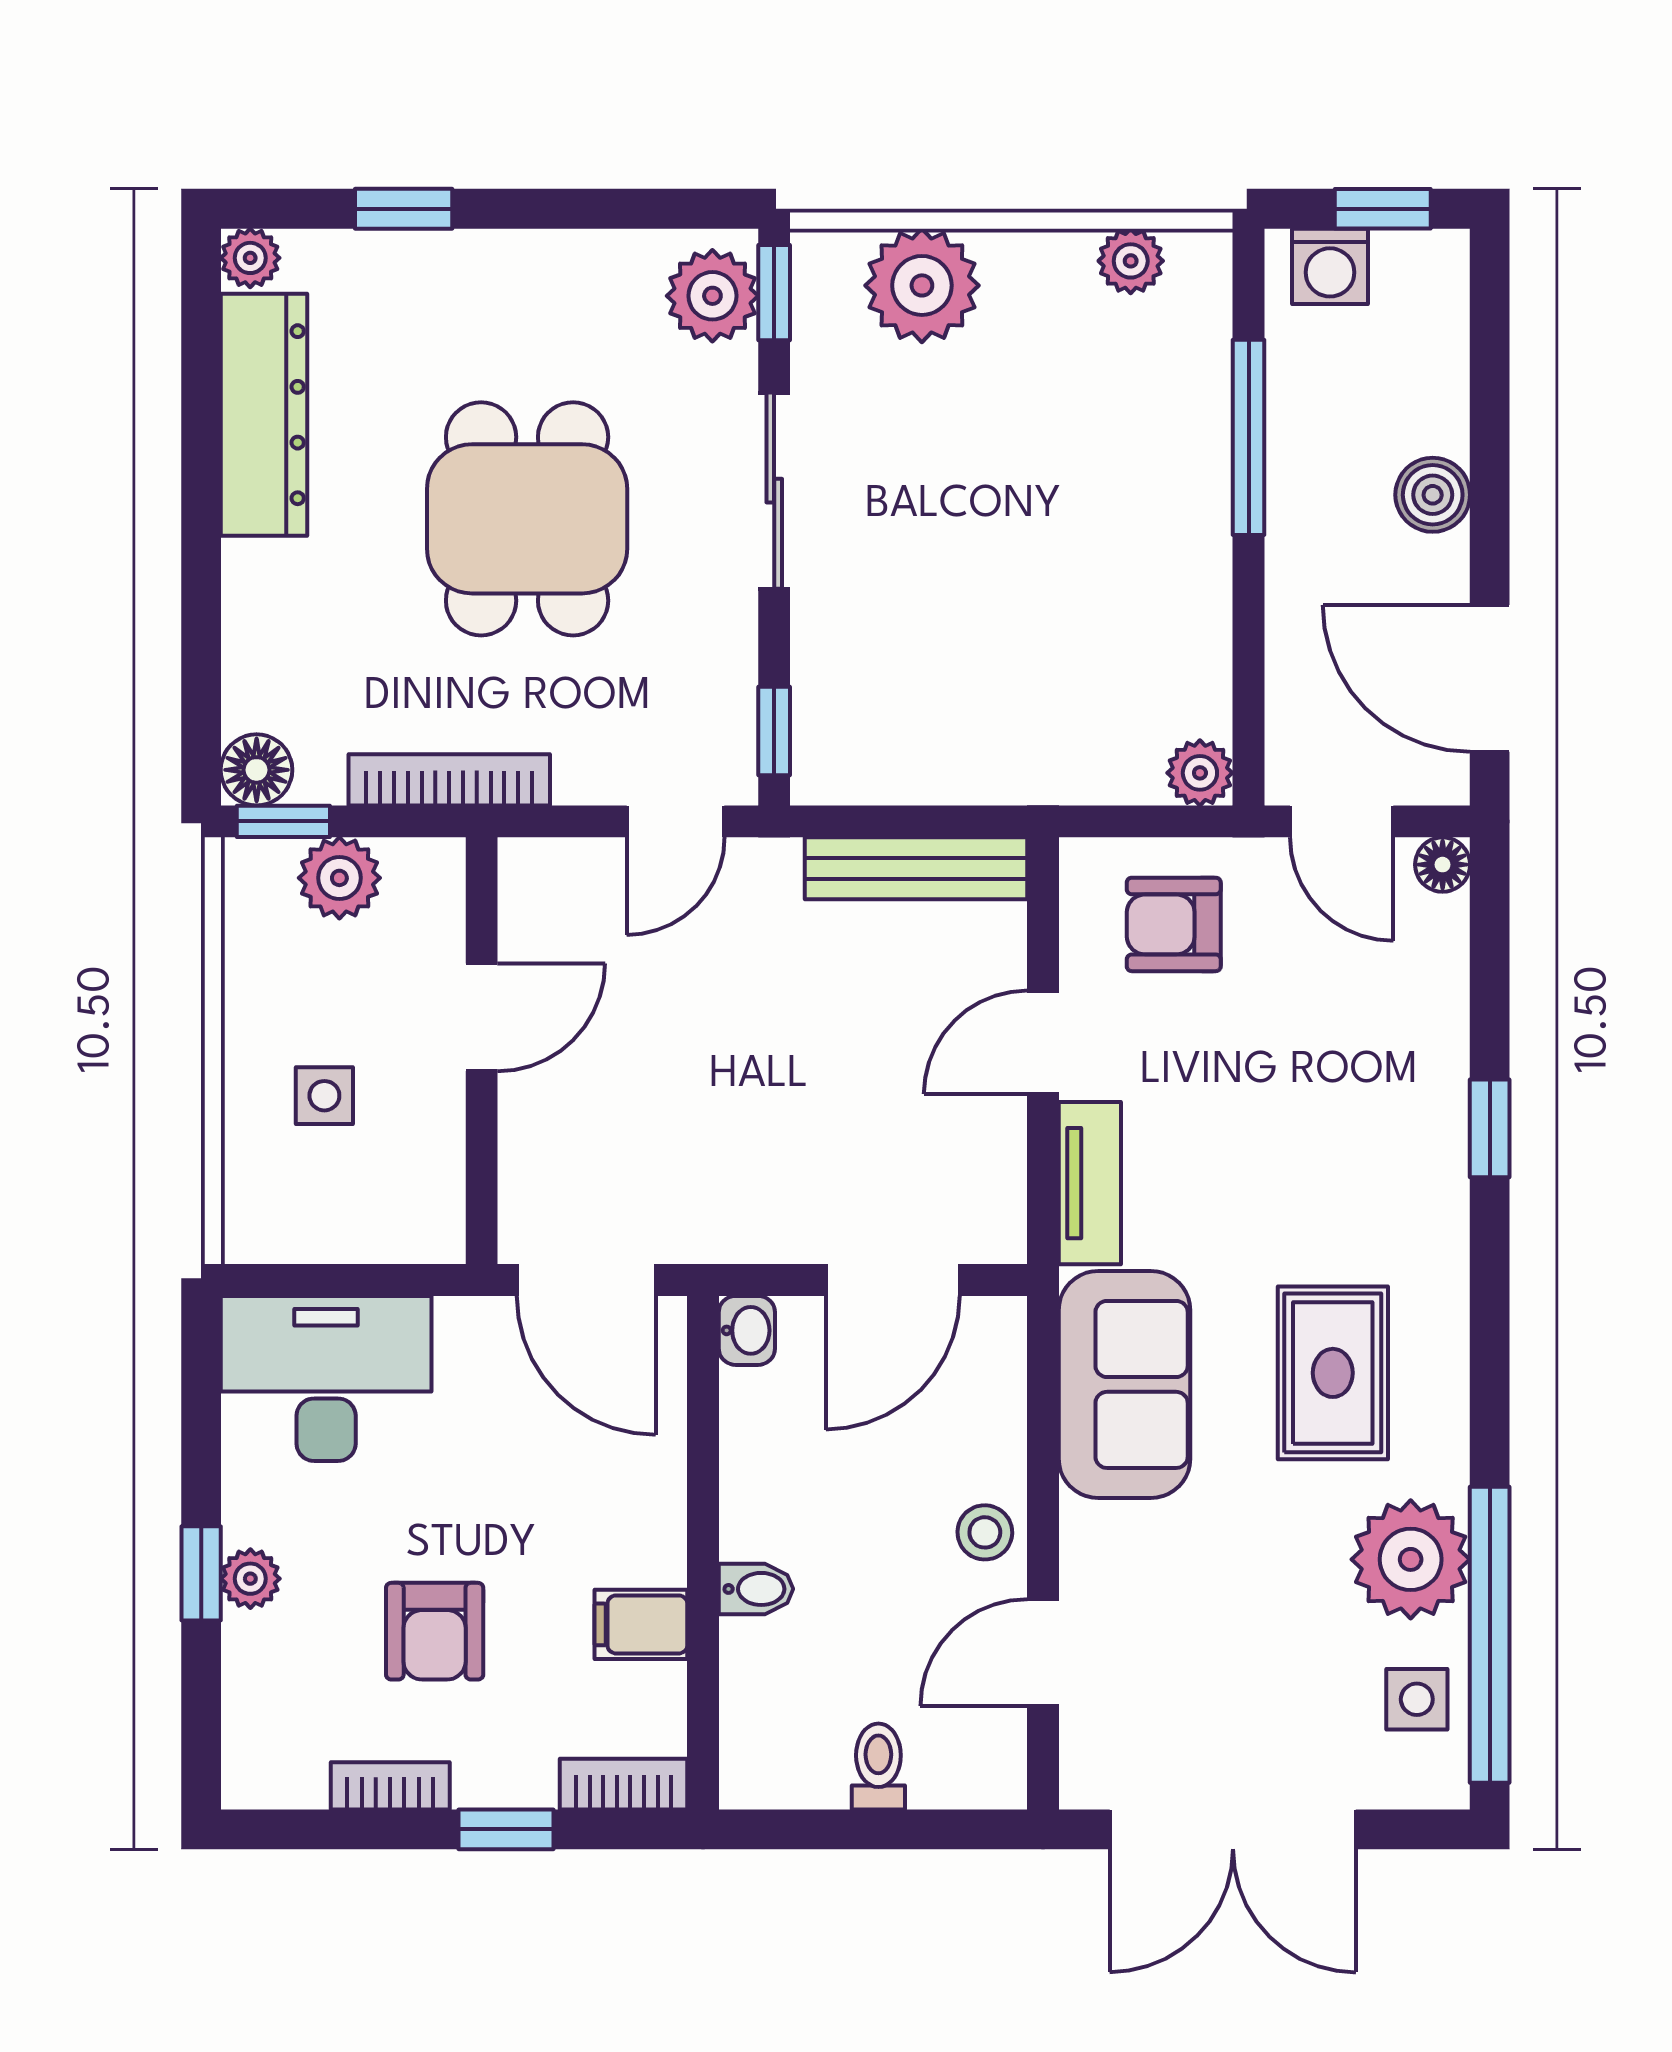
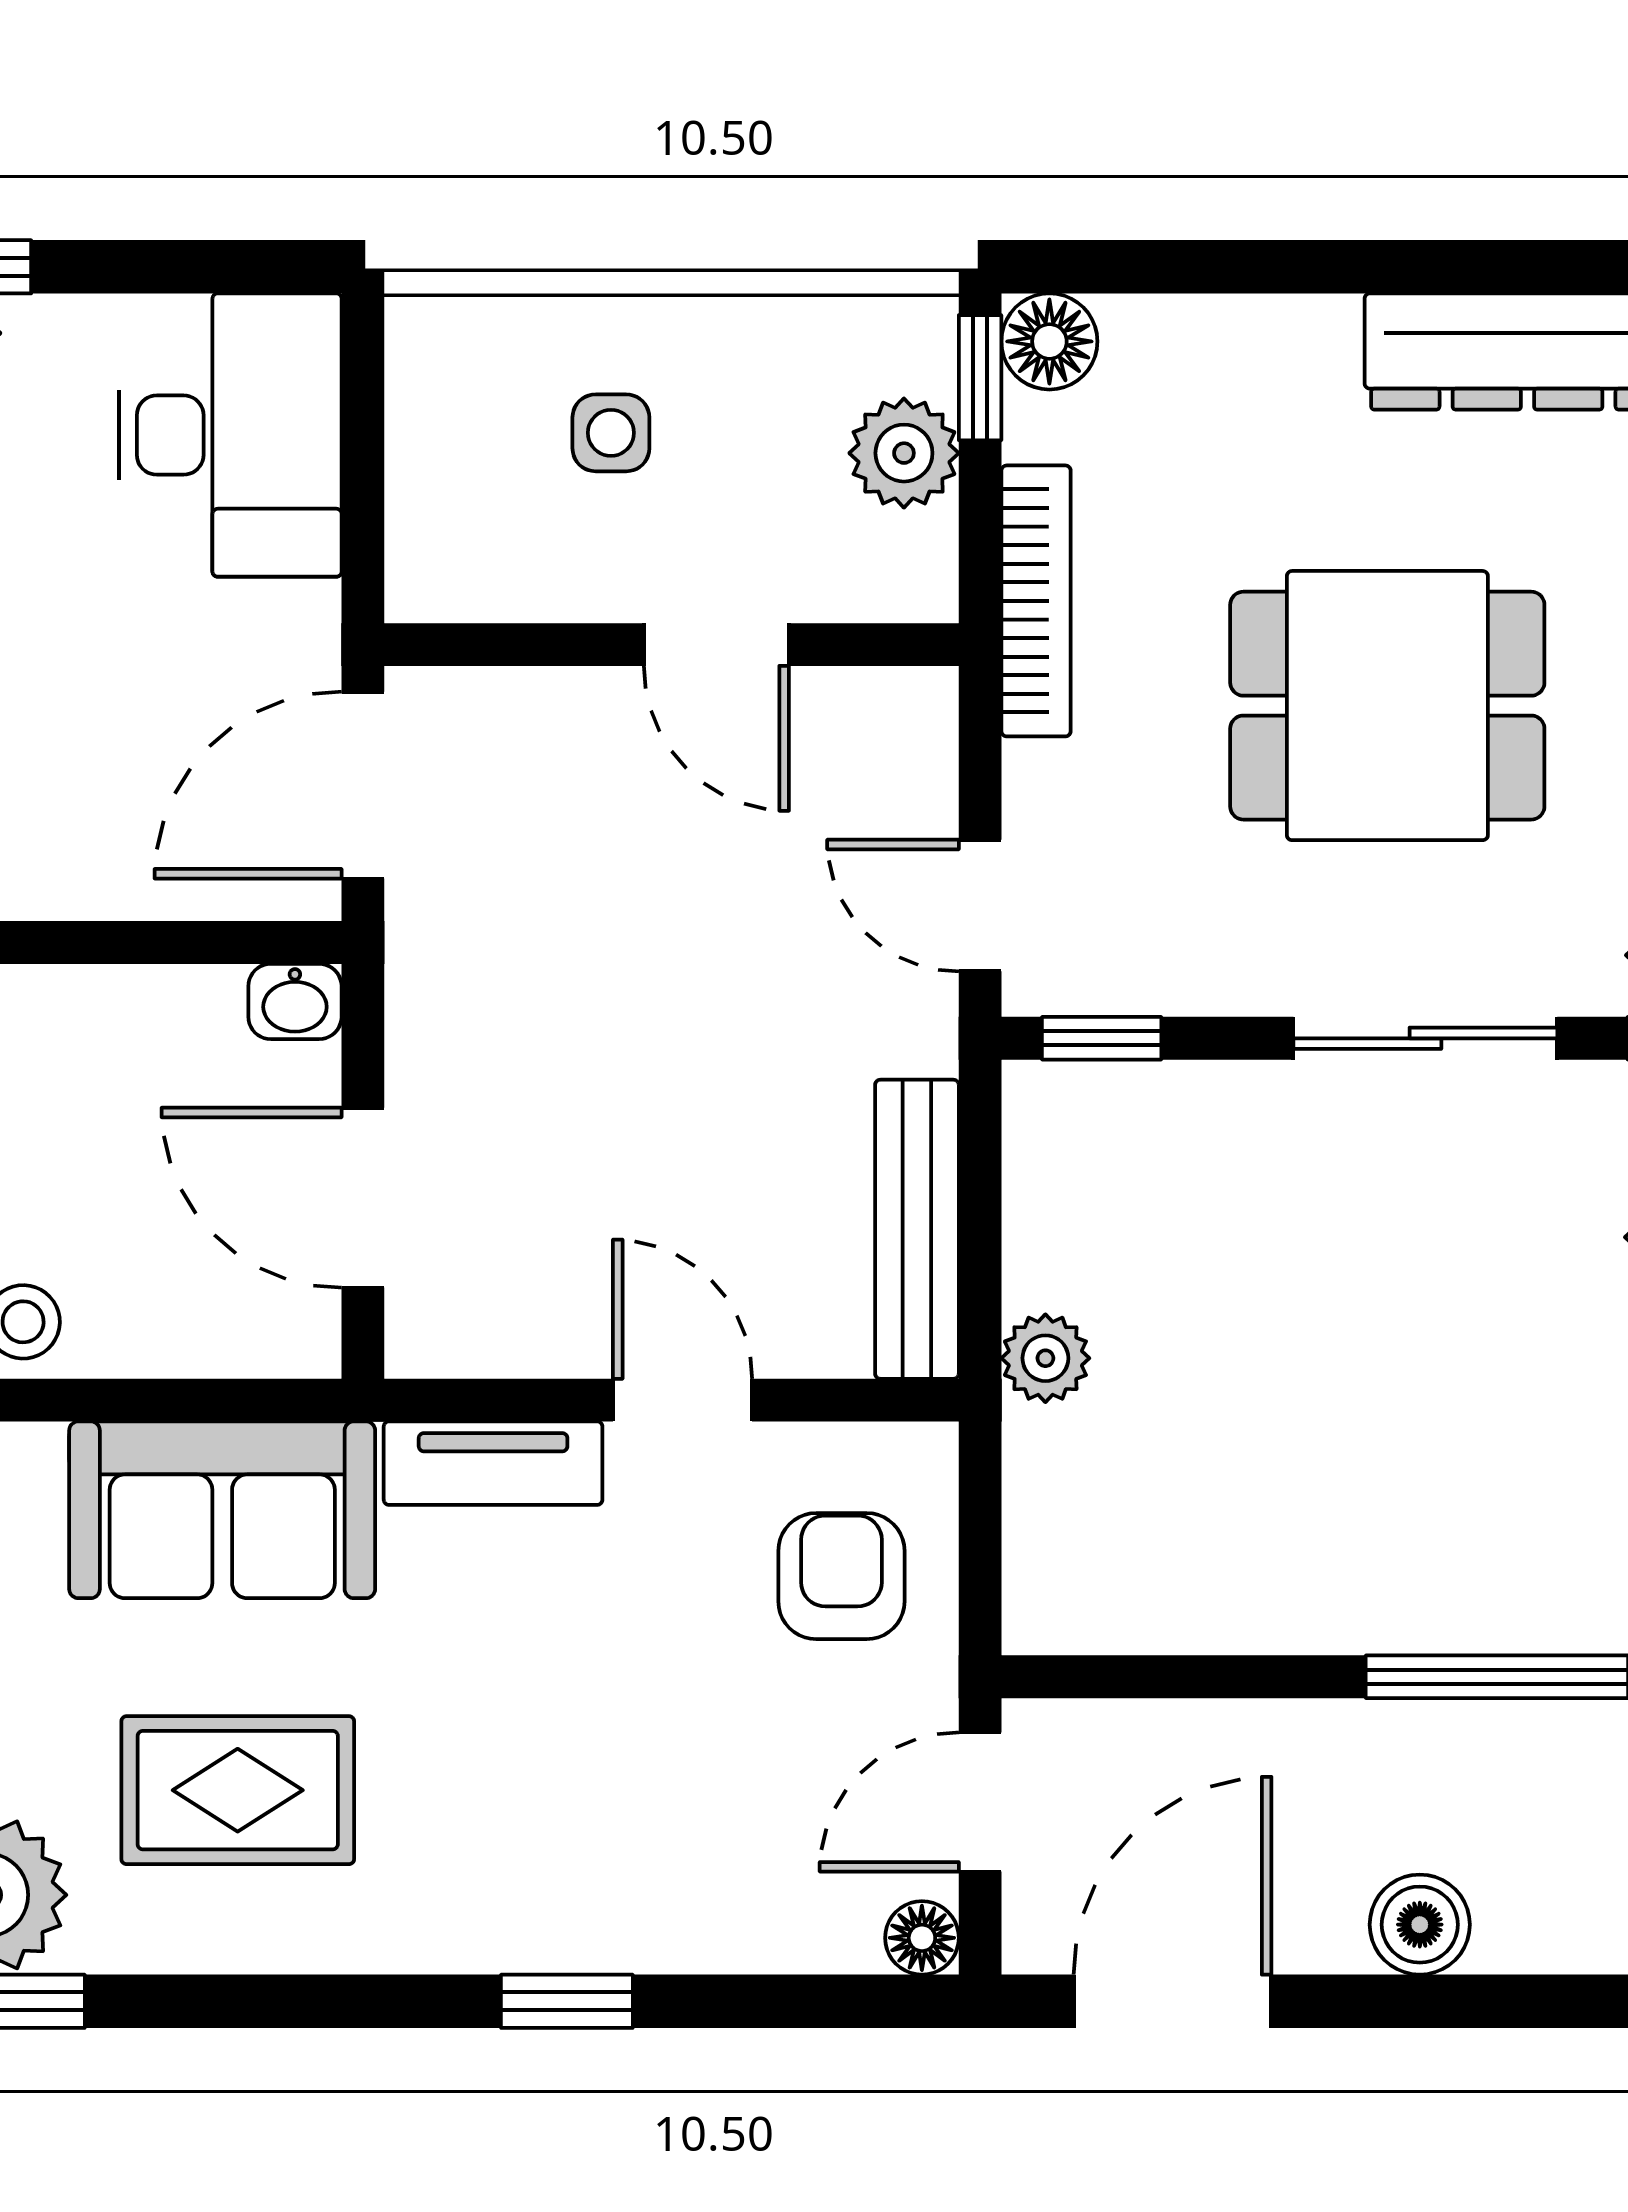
plant: (1200, 773) -> (1045, 1358), moved

